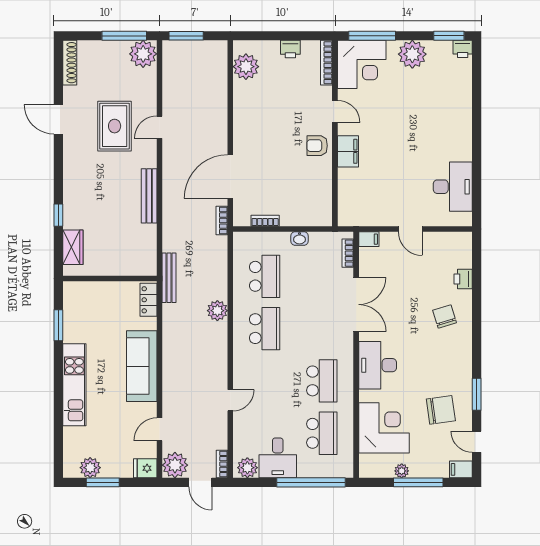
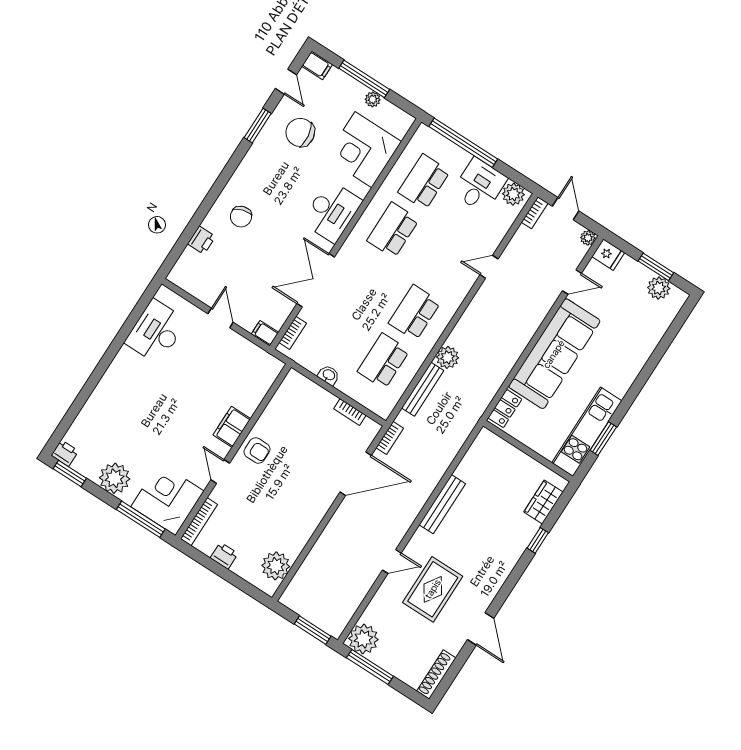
bench: (169, 278) -> (423, 389), moved
sofa: (142, 366) -> (554, 354), width x1.36, depth x1.27
kitchen unit: (74, 385) -> (587, 432), moved
plant: (175, 465) -> (588, 238), width x0.53, depth x0.53

